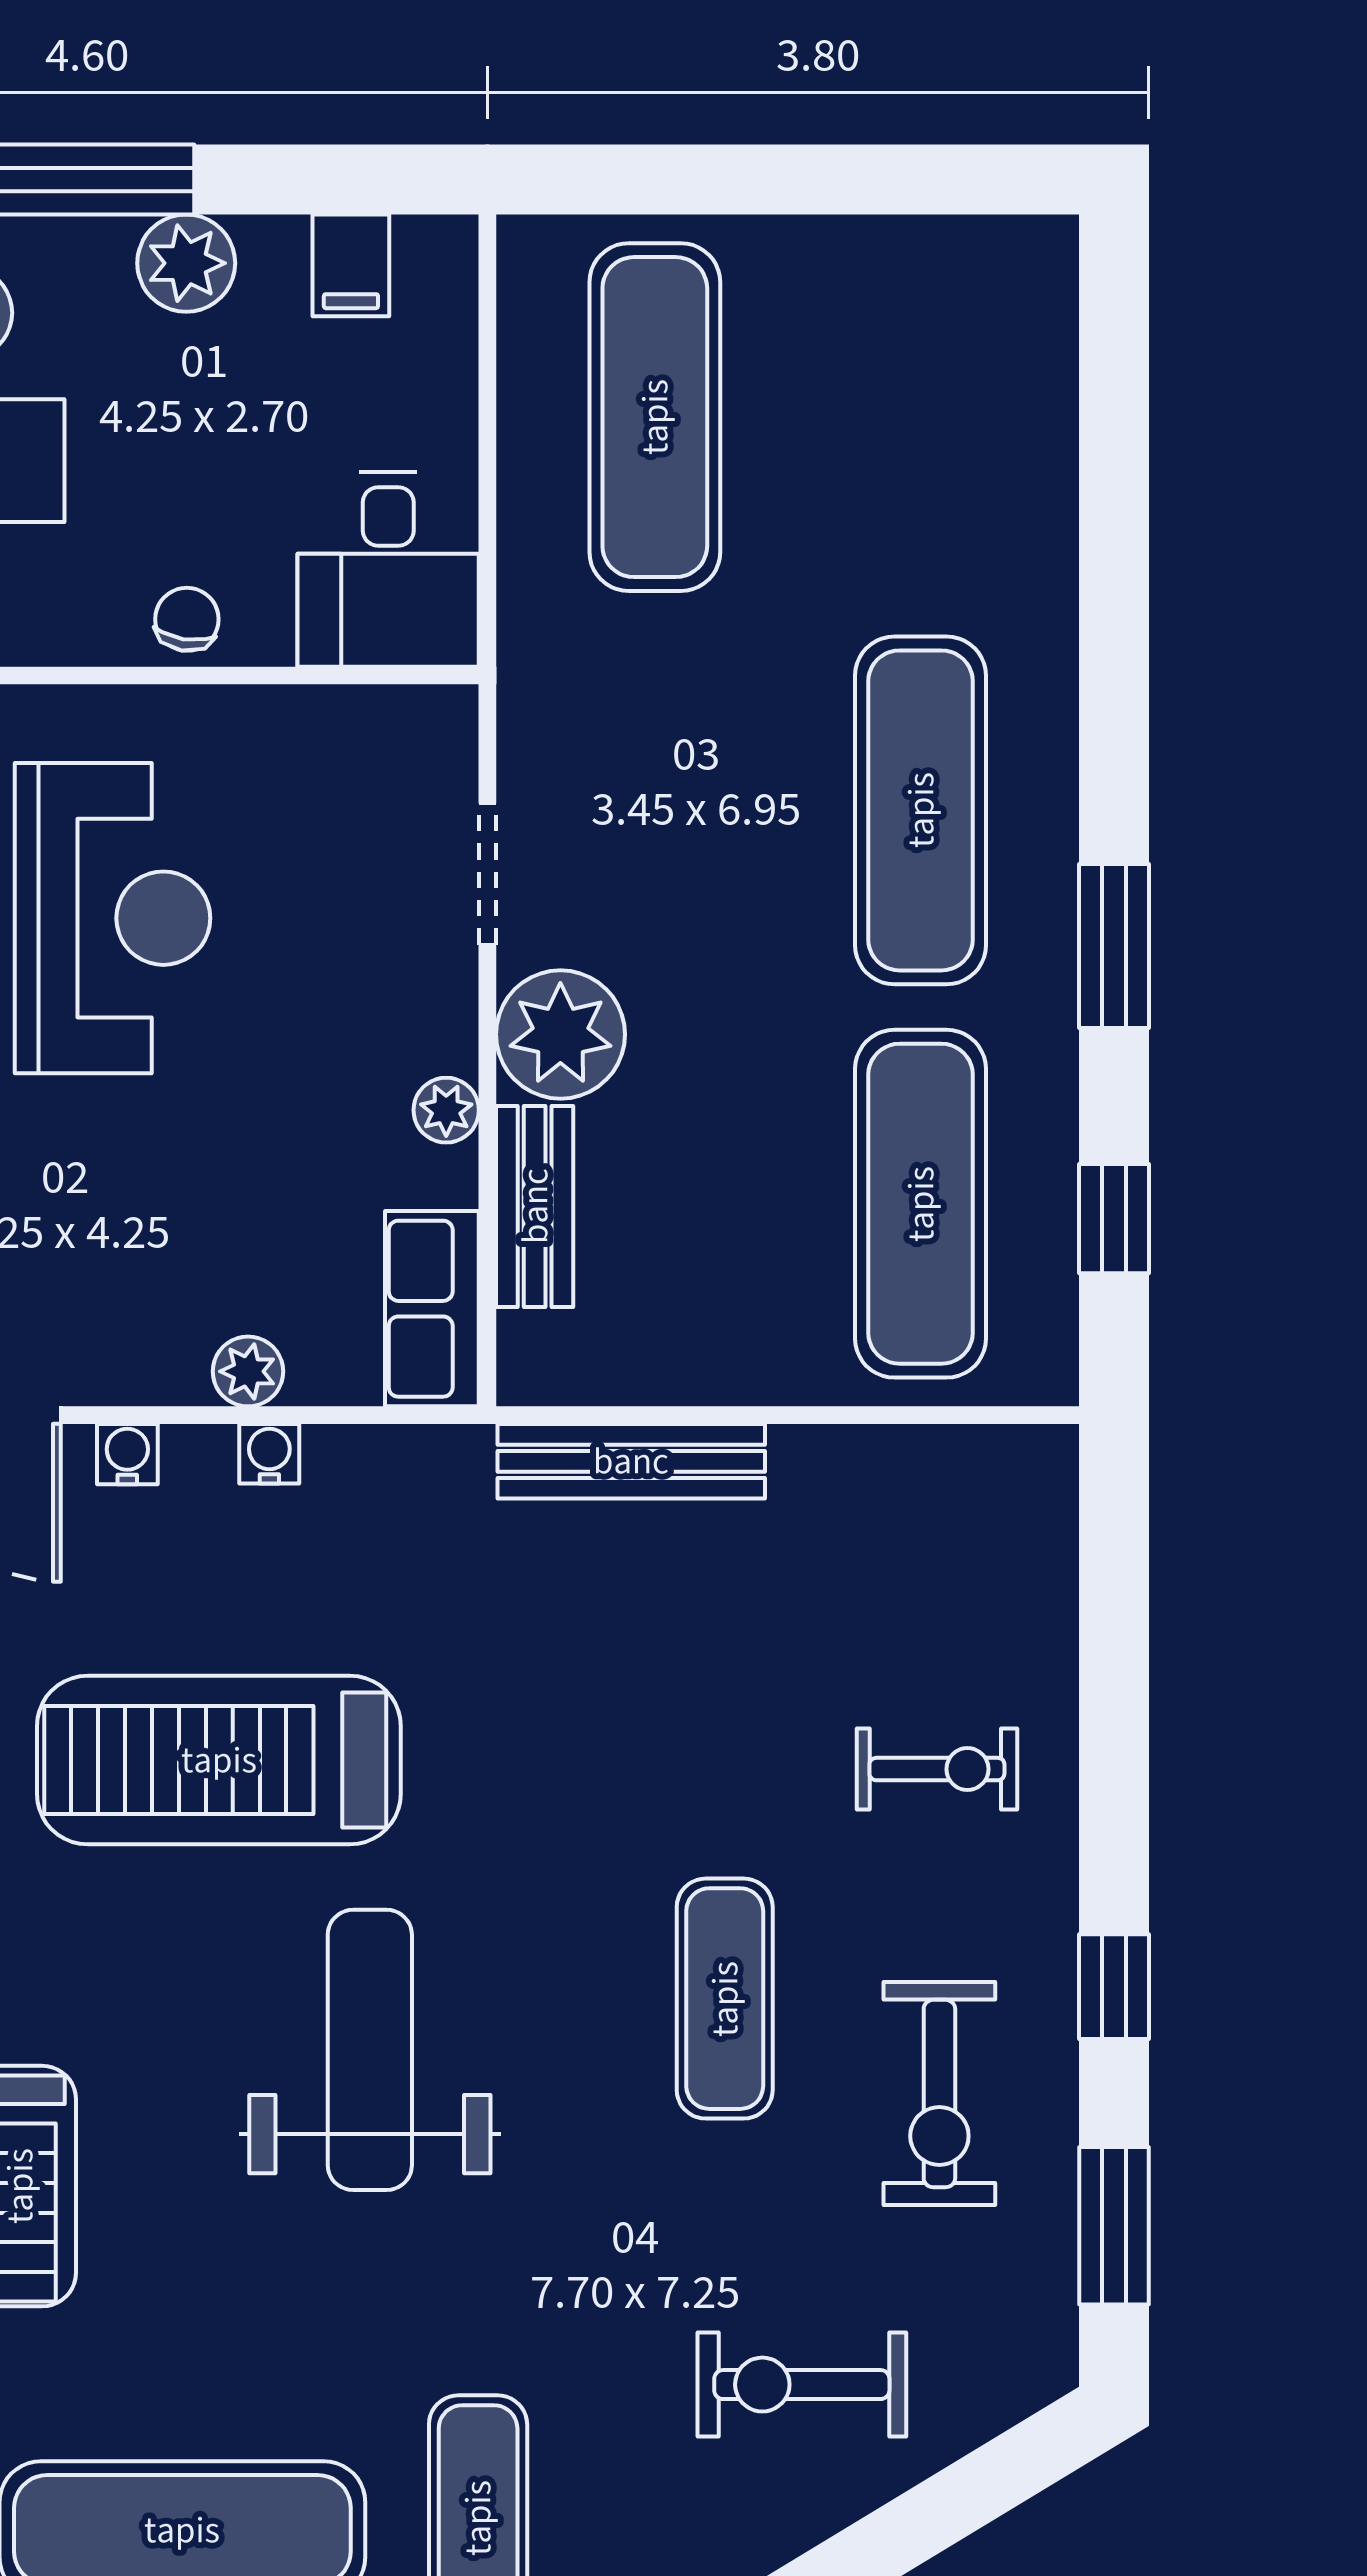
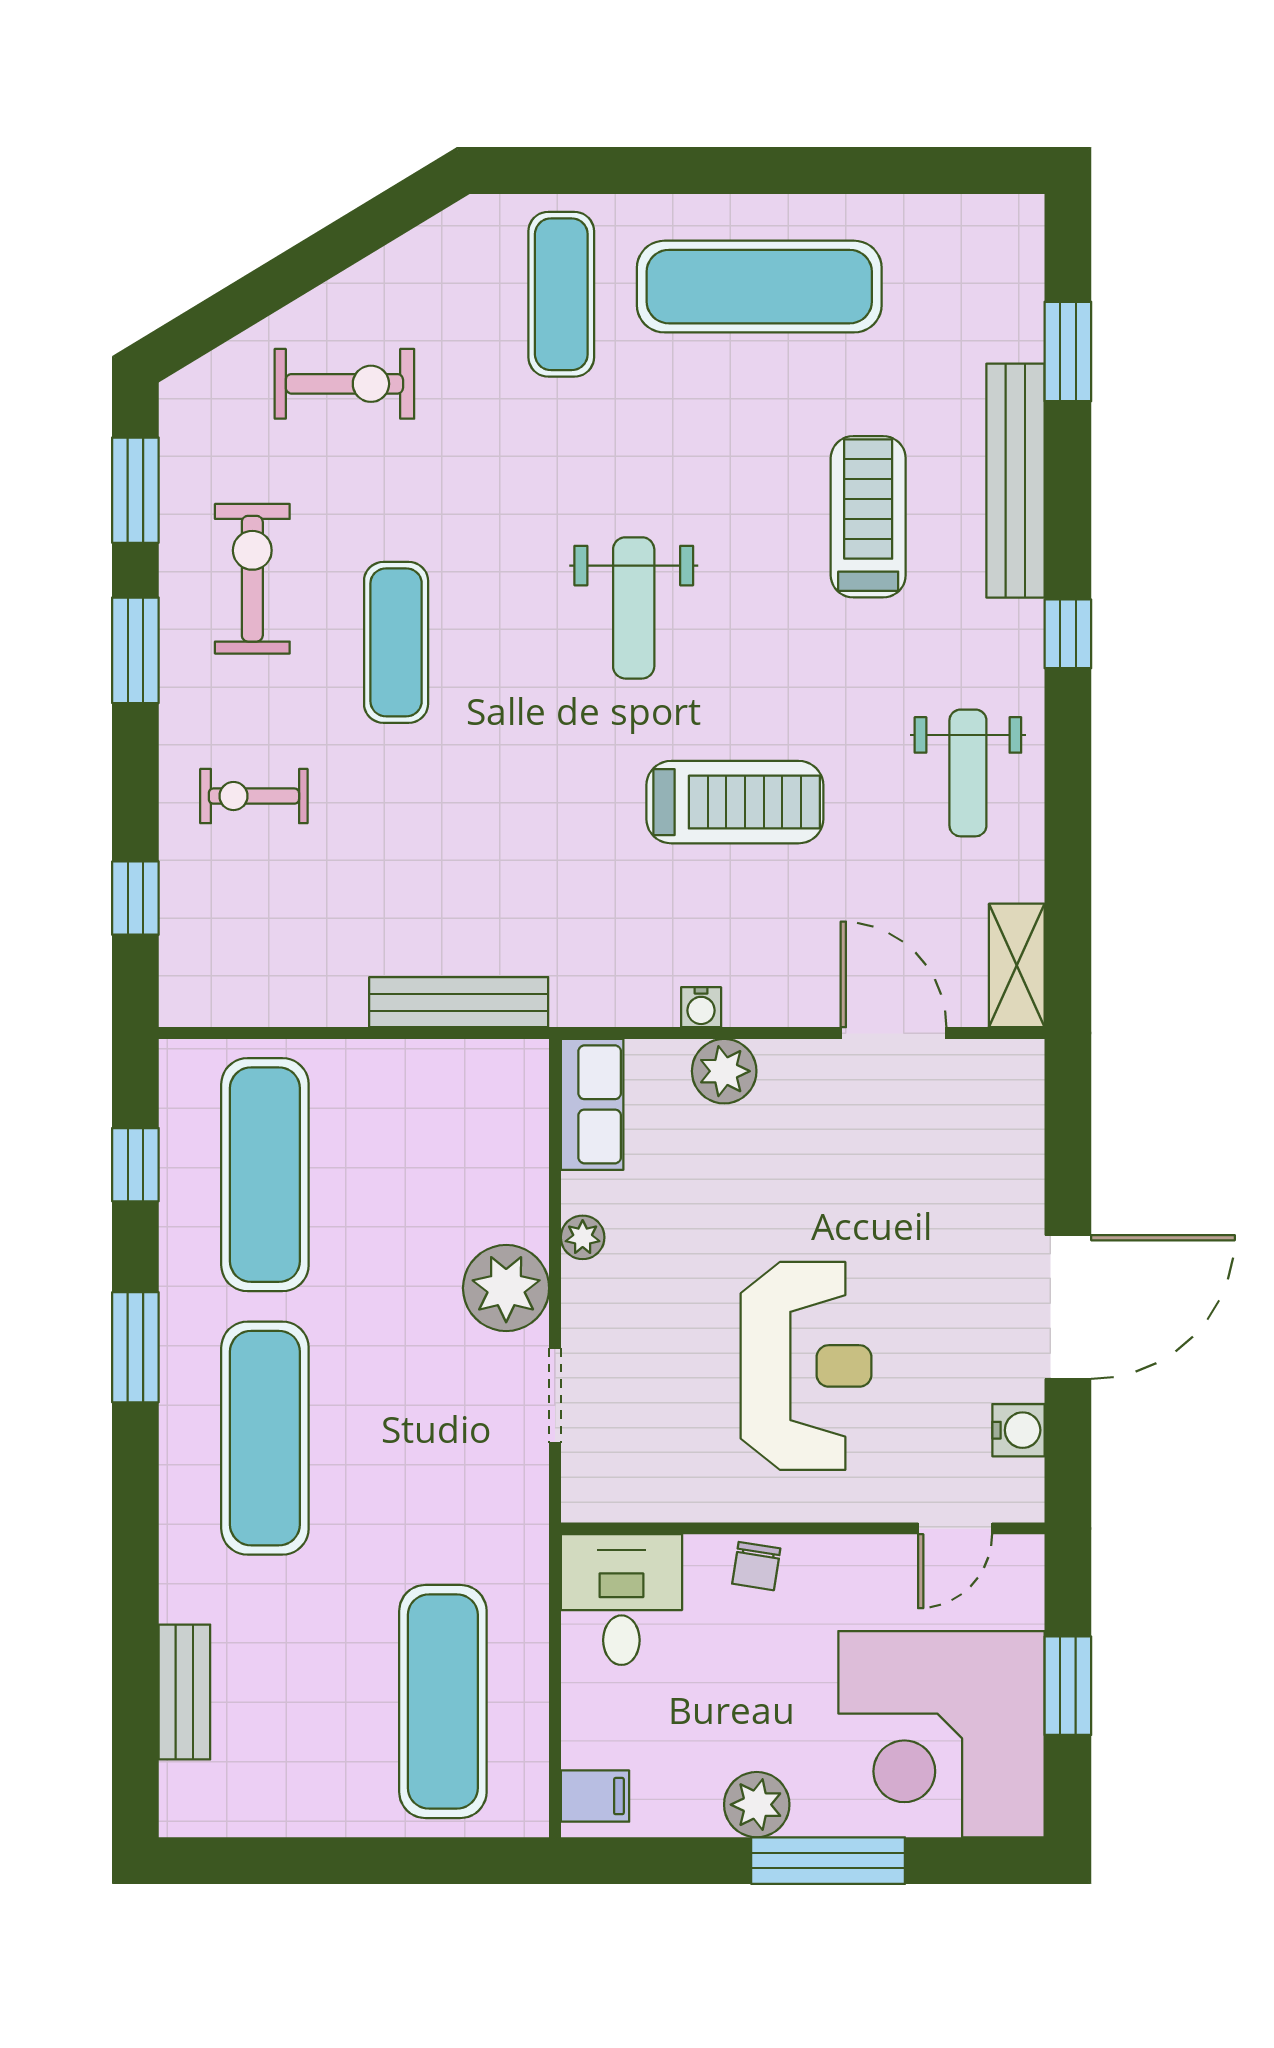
filing cabinet: (351, 265) -> (595, 1796), moved, turned 90
reception desk: (113, 918) -> (806, 1366), turned 180
bench: (535, 1206) -> (184, 1692), moved
plant: (248, 1371) -> (724, 1071), width x1.38, depth x1.38
water cooler: (127, 1454) -> (796, 1007), removed
window: (1114, 1617) -> (135, 898), added
treadmill: (219, 1760) -> (735, 802), width x0.73, depth x0.73
window: (1114, 1987) -> (135, 650), width x1.50
weight bench: (370, 2050) -> (634, 608), width x0.73, depth x0.75

